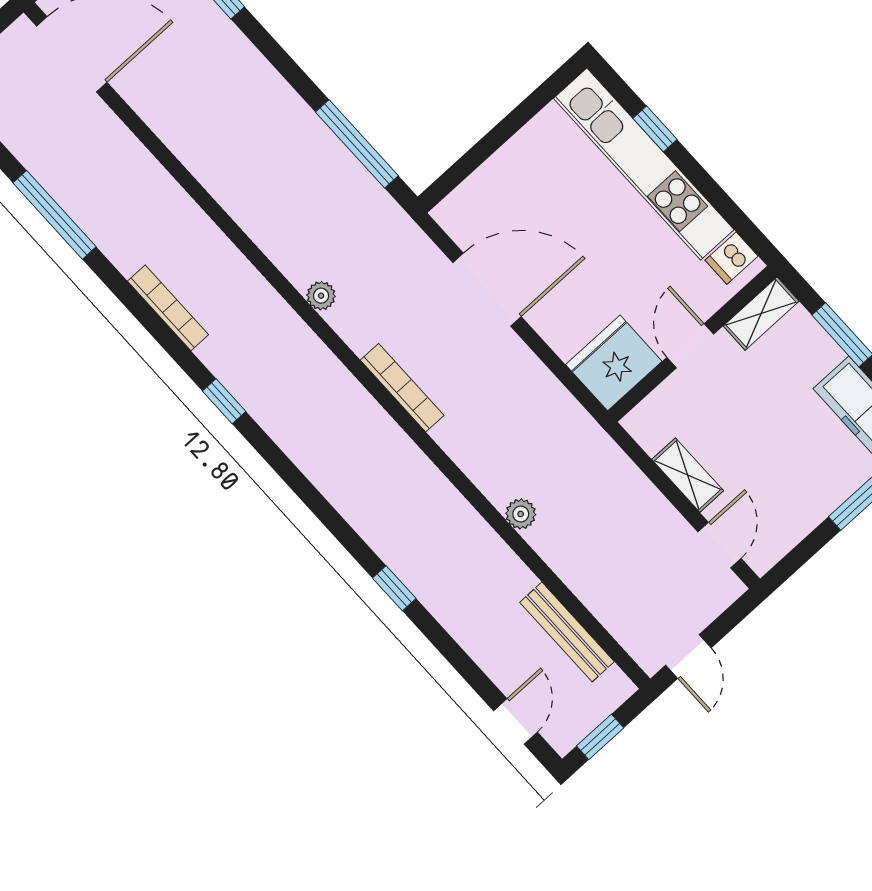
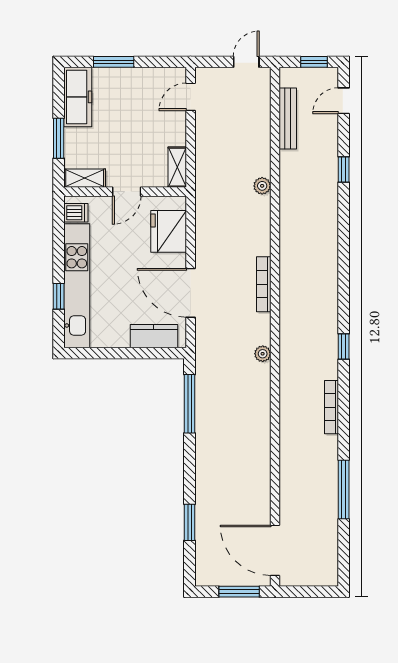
kitchen counter: (484, 190) -> (154, 336), added
fridge: (614, 363) -> (169, 231), moved, turned 90
shelving: (688, 475) -> (177, 167), moved
window: (394, 588) -> (344, 169), moved

